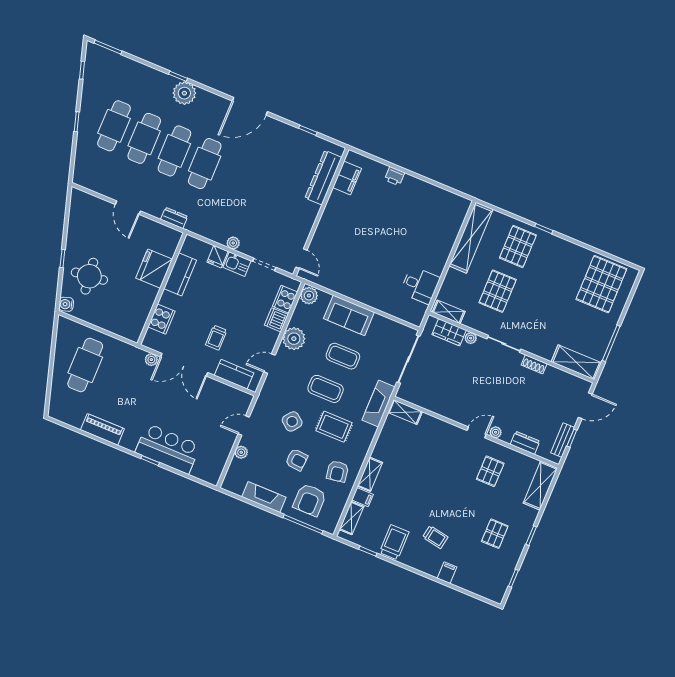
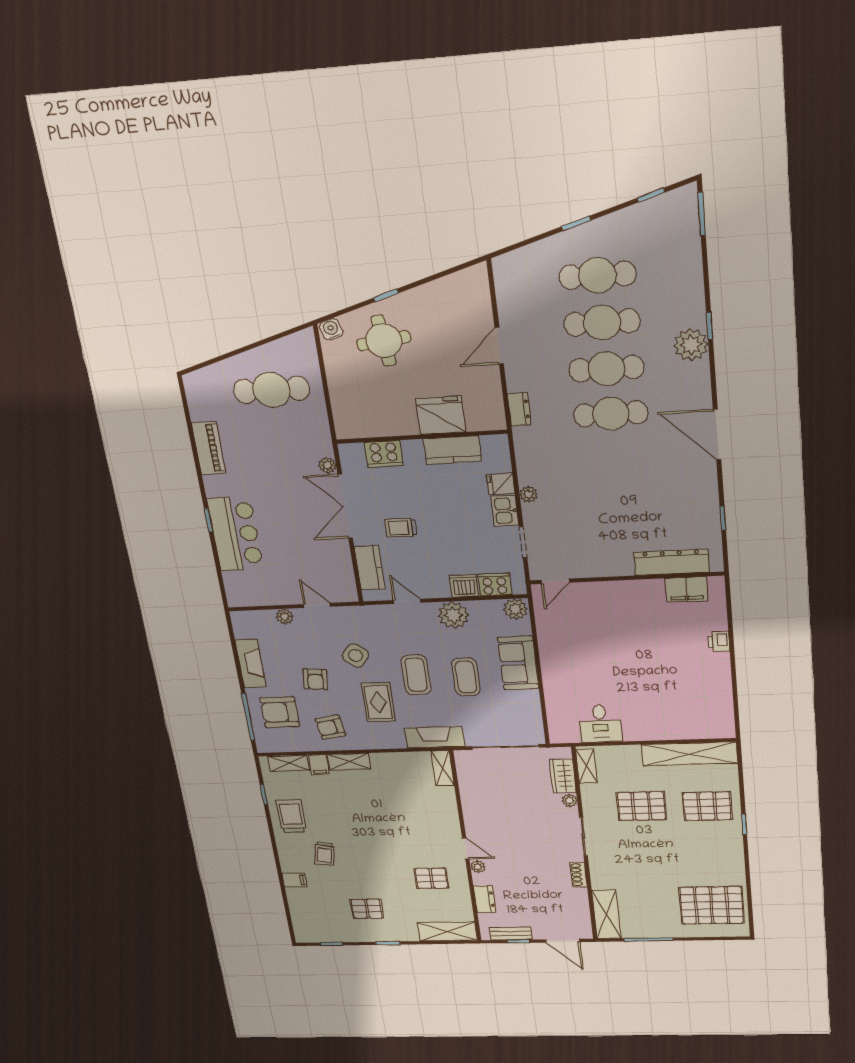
trolley: (394, 542) -> (291, 816), turned -90

